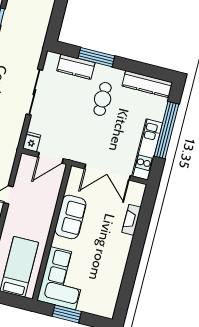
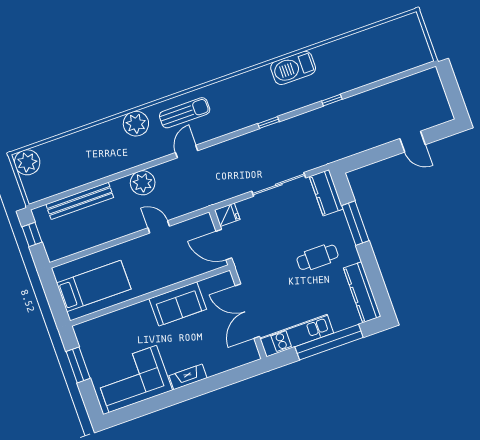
kitchen counter: (76, 67) -> (326, 193), moved
fireplace: (131, 220) -> (188, 377), moved
corner sofa: (63, 278) -> (133, 379), moved, turned 180

